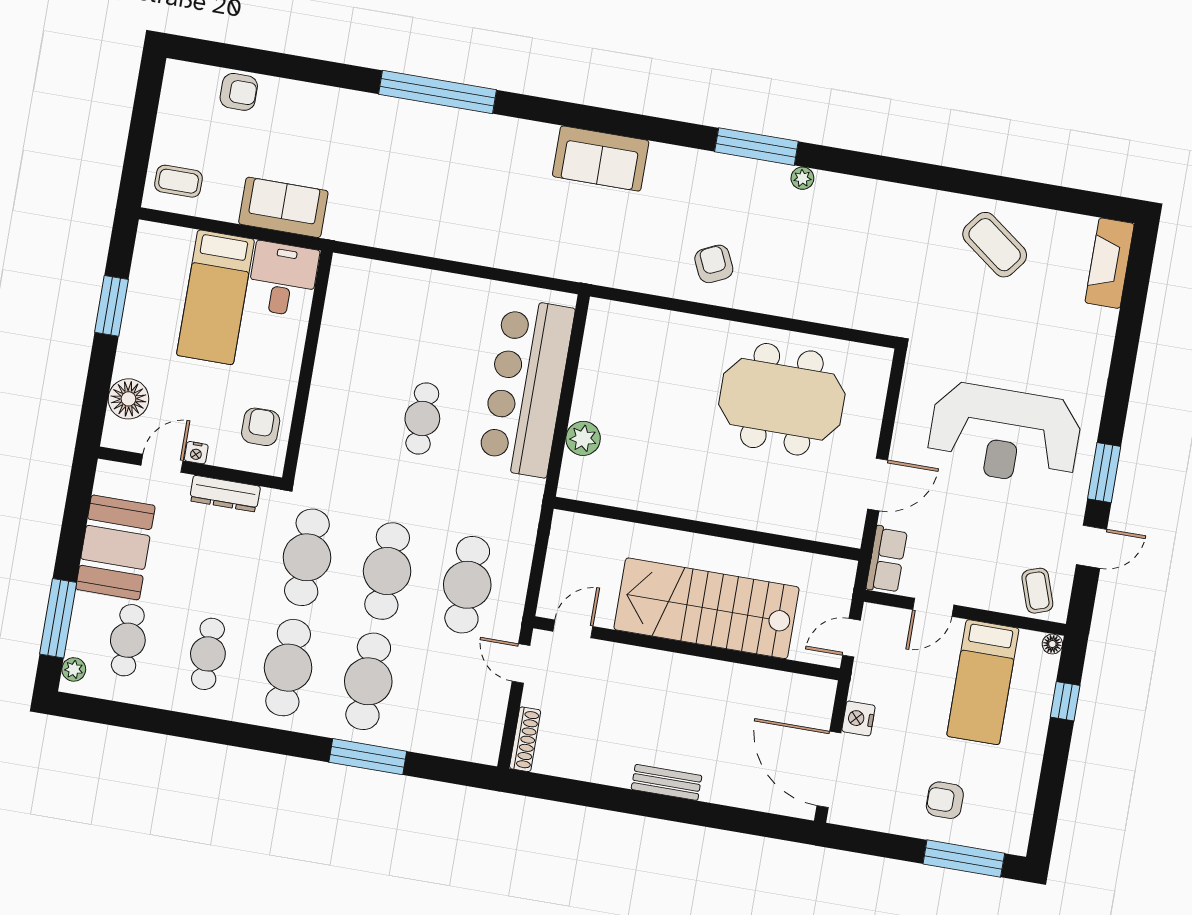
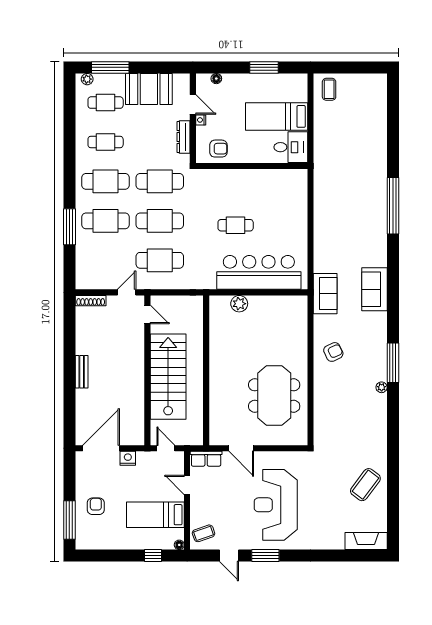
armchair: (239, 92) -> (377, 111), removed
sofa: (283, 207) -> (325, 294), moved
floor lamp: (128, 399) -> (216, 79), width x0.53, depth x0.53

